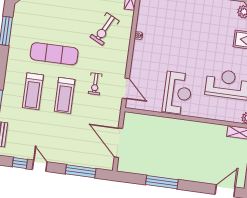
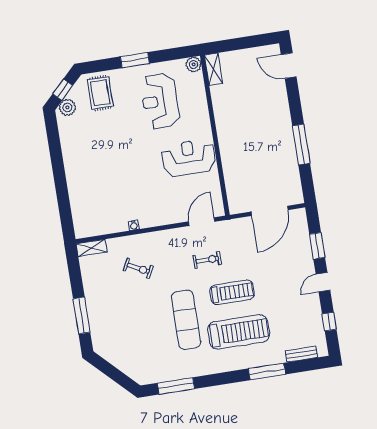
exercise bike: (105, 29) -> (138, 268), width x0.73, depth x0.72
treadmill: (33, 91) -> (239, 332), width x1.37, depth x1.37
door: (40, 166) -> (323, 282), moved
window: (81, 171) -> (317, 246), width x0.69

